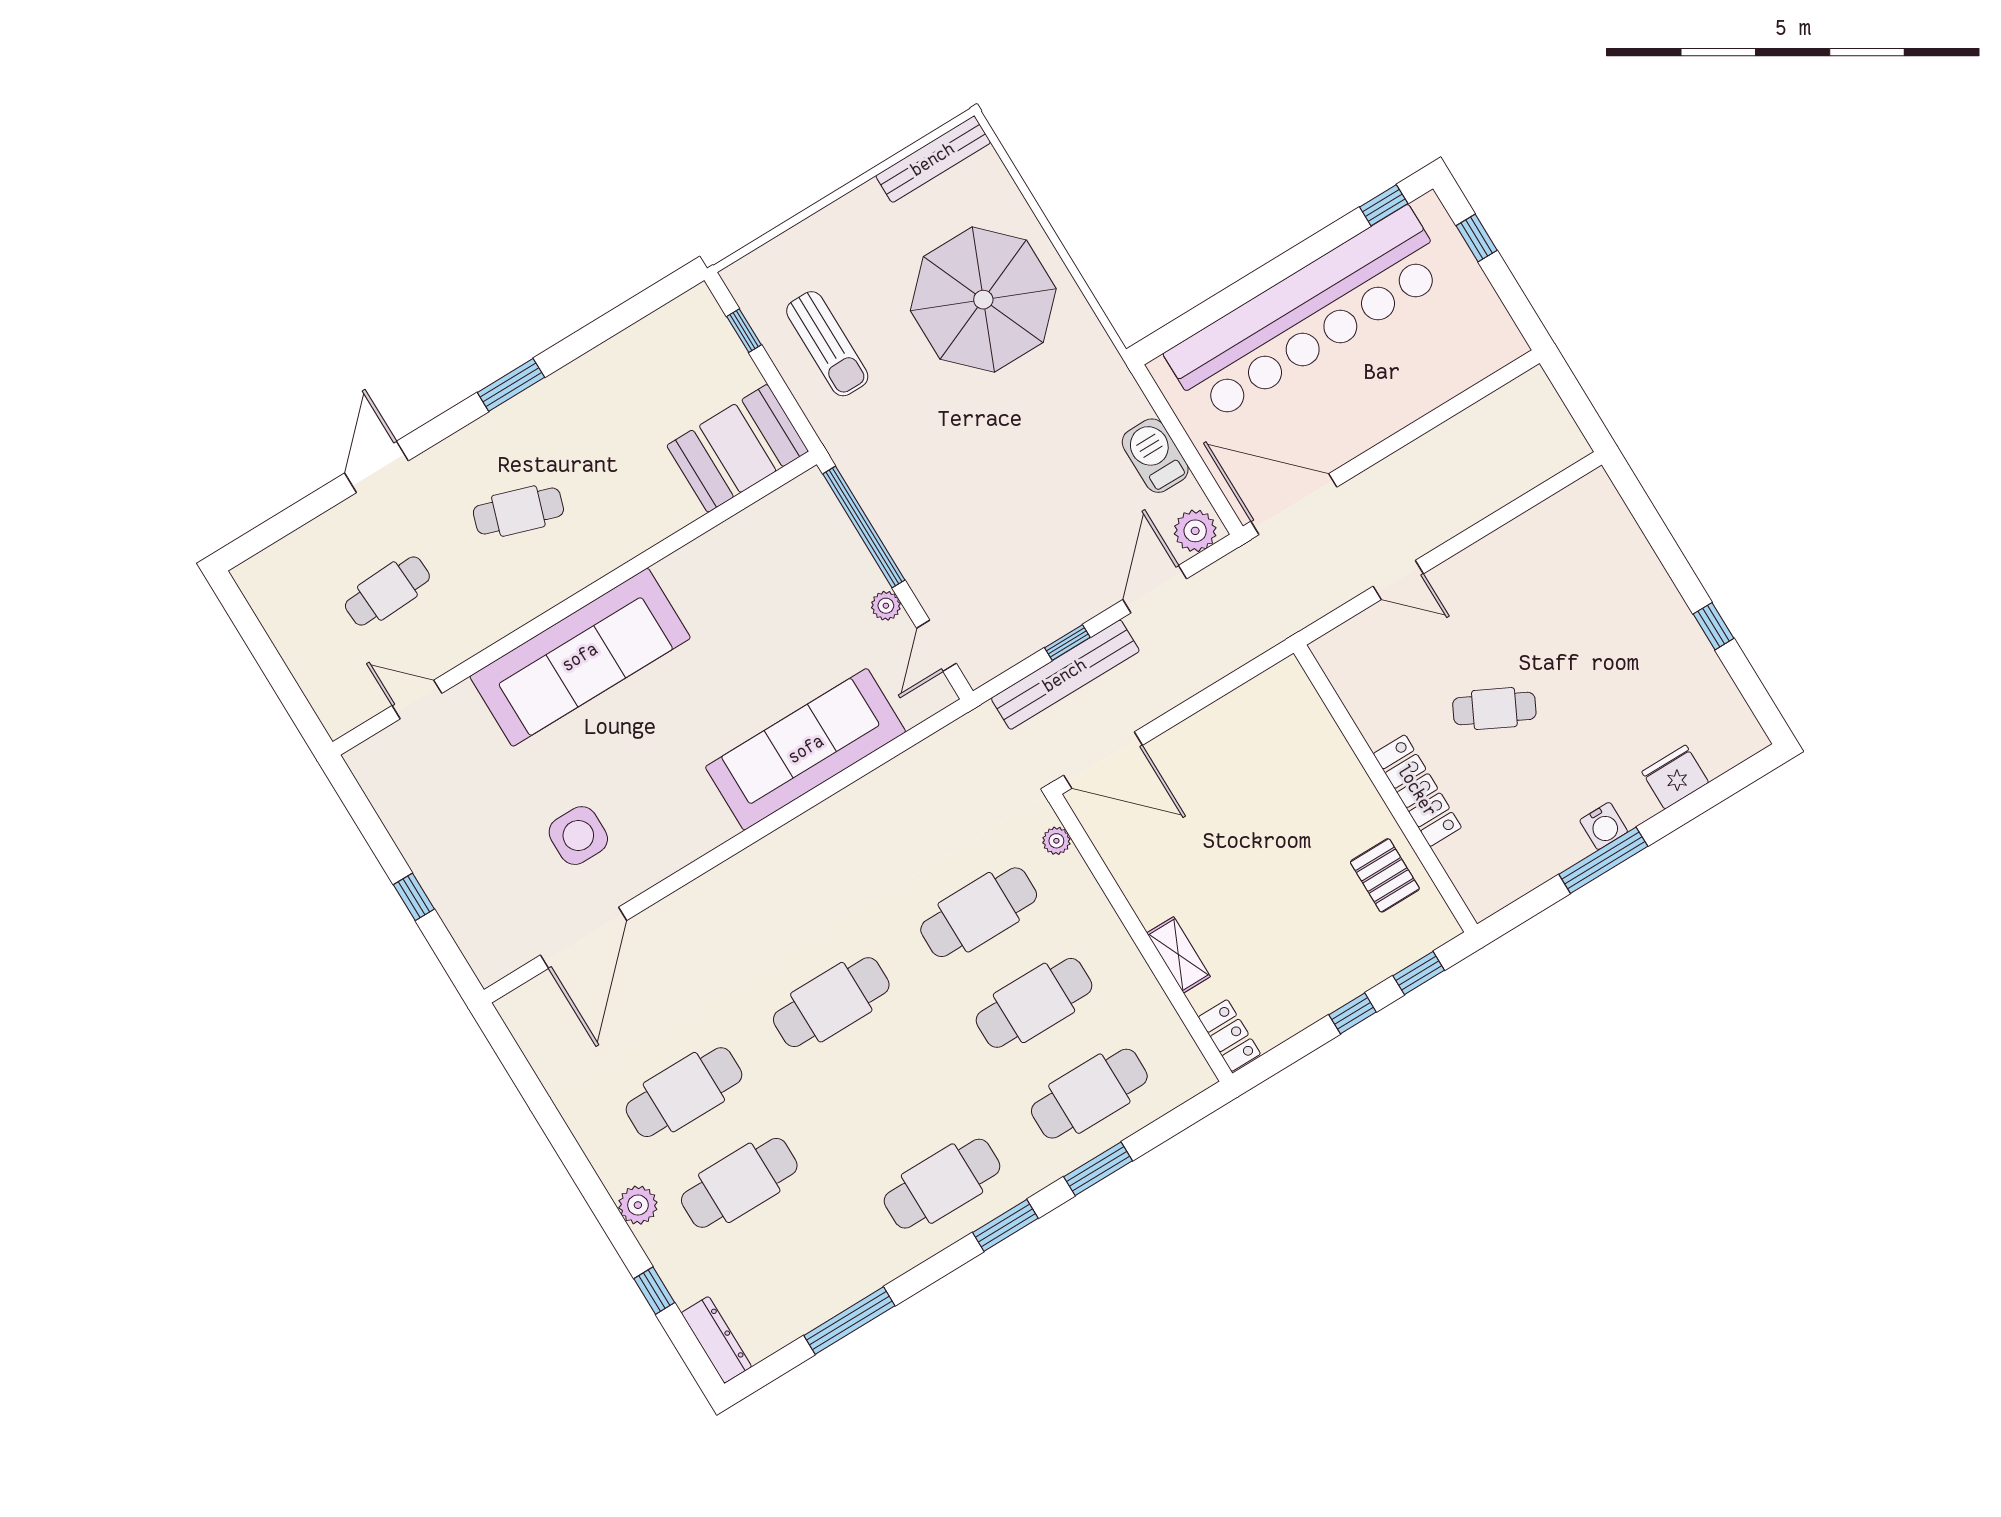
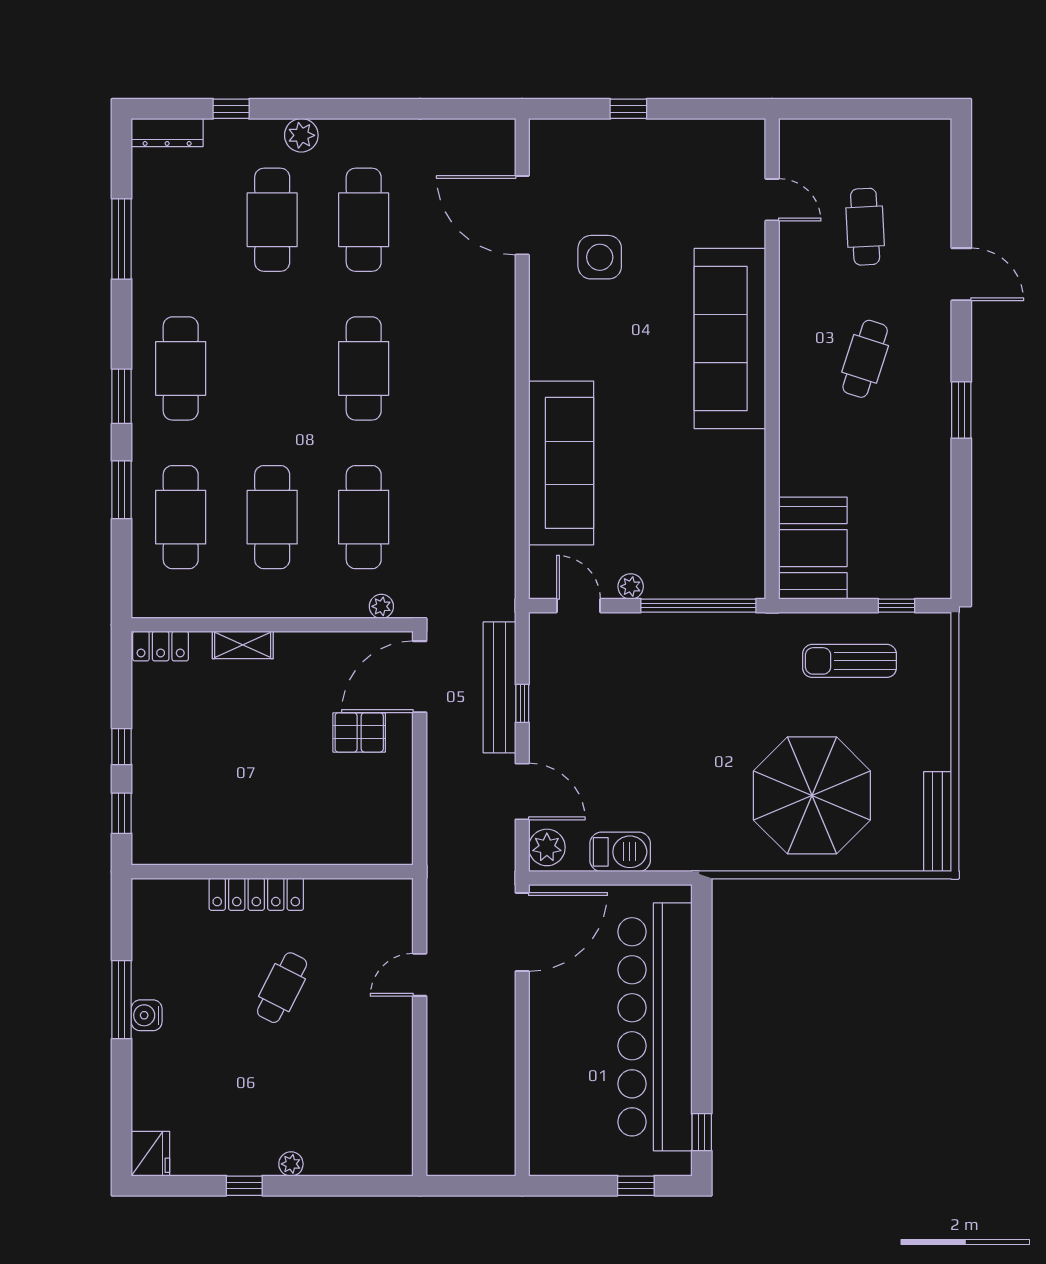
plant: (1664, 593) -> (291, 1164), added
door: (417, 699) -> (772, 200), hinge flipped
fridge: (1675, 777) -> (150, 1154), moved
pallet: (1385, 875) -> (359, 732), moved

